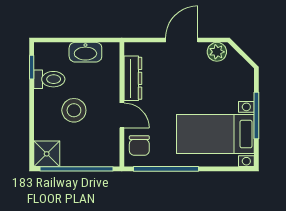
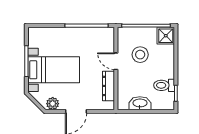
stool: (74, 110) -> (140, 55), moved
bed with nightstands: (215, 134) -> (54, 70), moved
chair: (139, 145) -> (104, 41), removed

